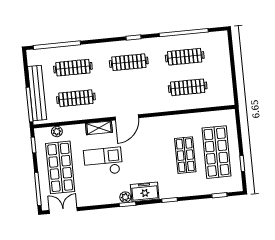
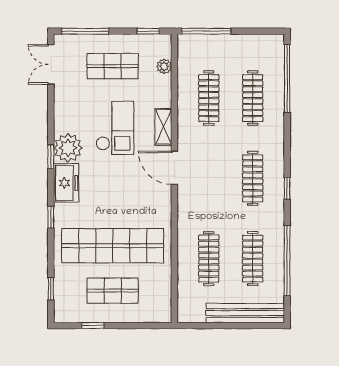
bench: (37, 93) -> (245, 313), moved
shop shelf: (217, 152) -> (113, 291), width x0.70, depth x0.74
shop shelf: (185, 155) -> (113, 246), width x2.00, depth x1.36
shop shelf: (60, 167) -> (113, 66), width x0.70, depth x0.74
plant: (125, 197) -> (68, 148), width x1.87, depth x1.87
double door: (63, 211) -> (51, 64), swing flipped

